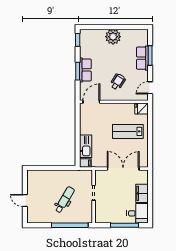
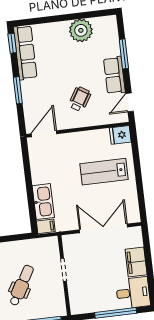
plant: (113, 37) -> (81, 30), moved
row of seats: (142, 58) -> (114, 75), moved
row of seats: (85, 70) -> (25, 52), moved, width x1.48

